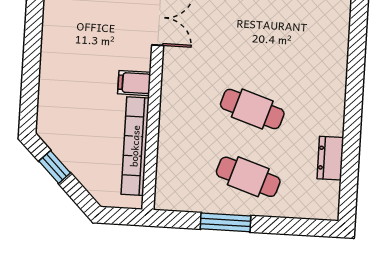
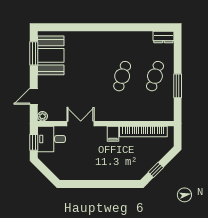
dresser: (330, 158) -> (163, 37), moved

